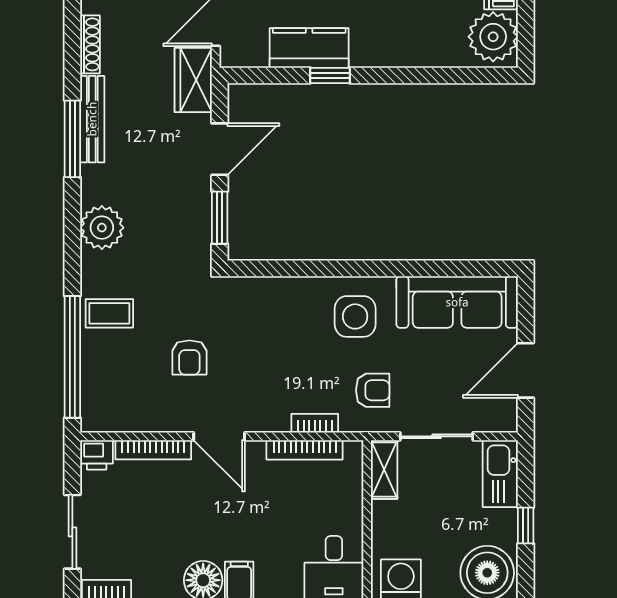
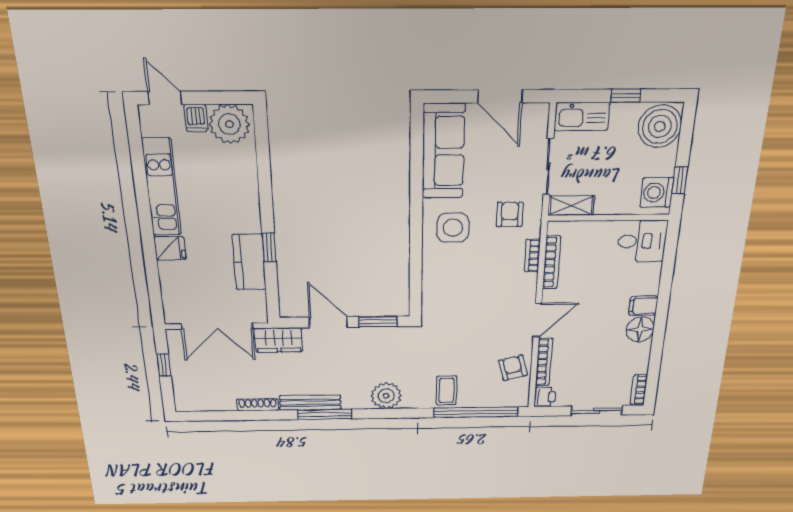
armchair: (189, 358) -> (513, 368), moved, turned -105

